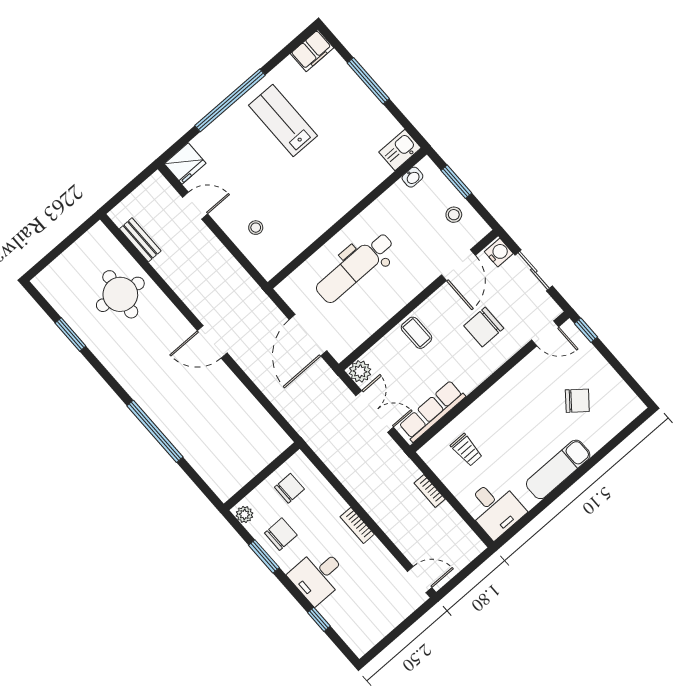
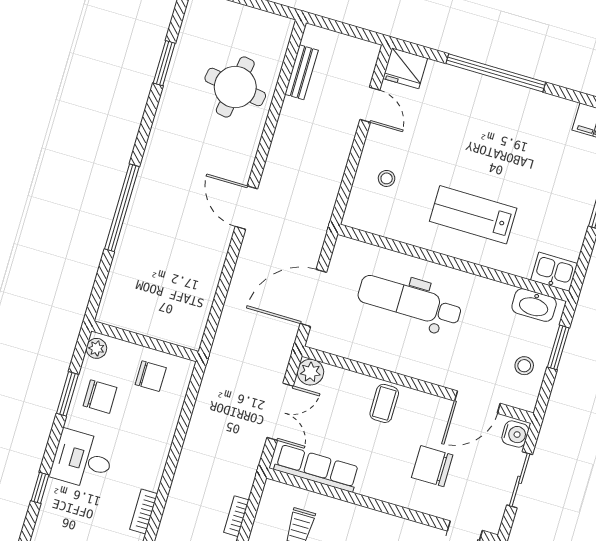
lab bench: (283, 120) -> (473, 215), moved, turned -90
washbasin: (412, 177) -> (534, 305), width x1.91, depth x1.45
bookcase: (357, 525) -> (144, 512), moved

